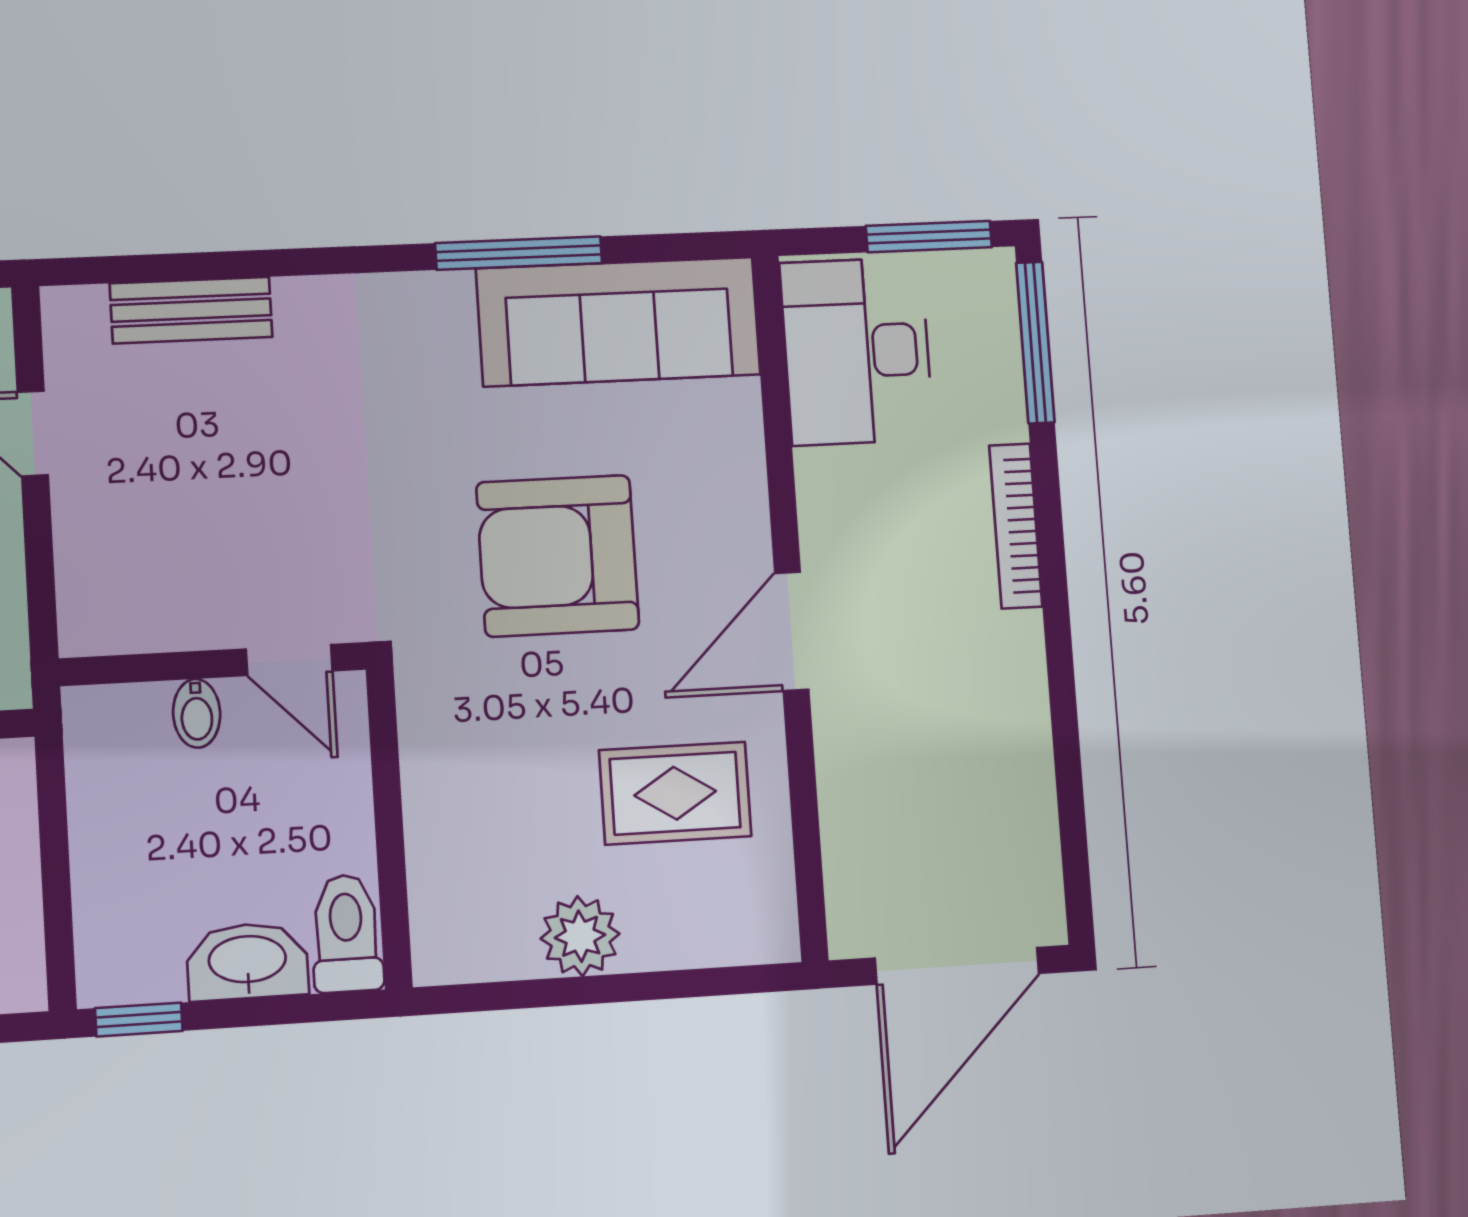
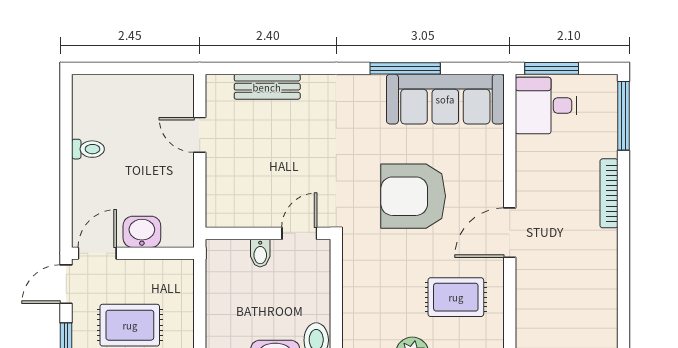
window: (929, 237) -> (552, 68), moved
desk: (857, 351) -> (546, 106), width x0.73
door: (289, 660) -> (299, 233), swing flipped

